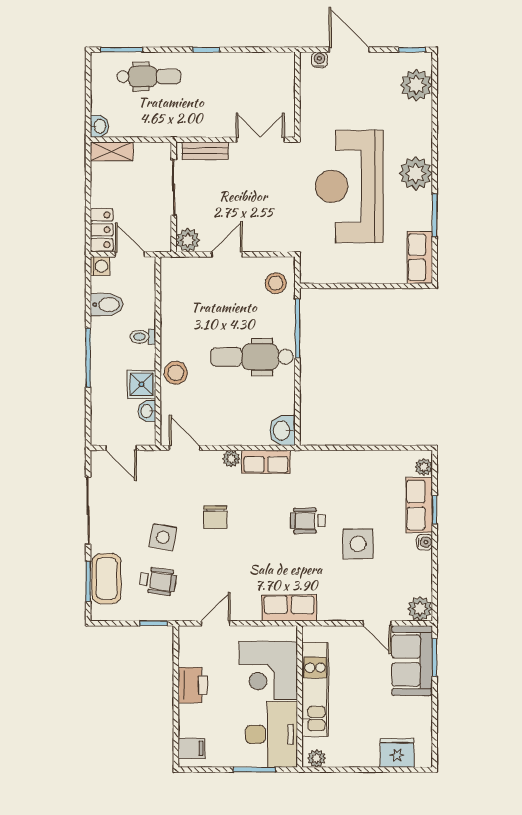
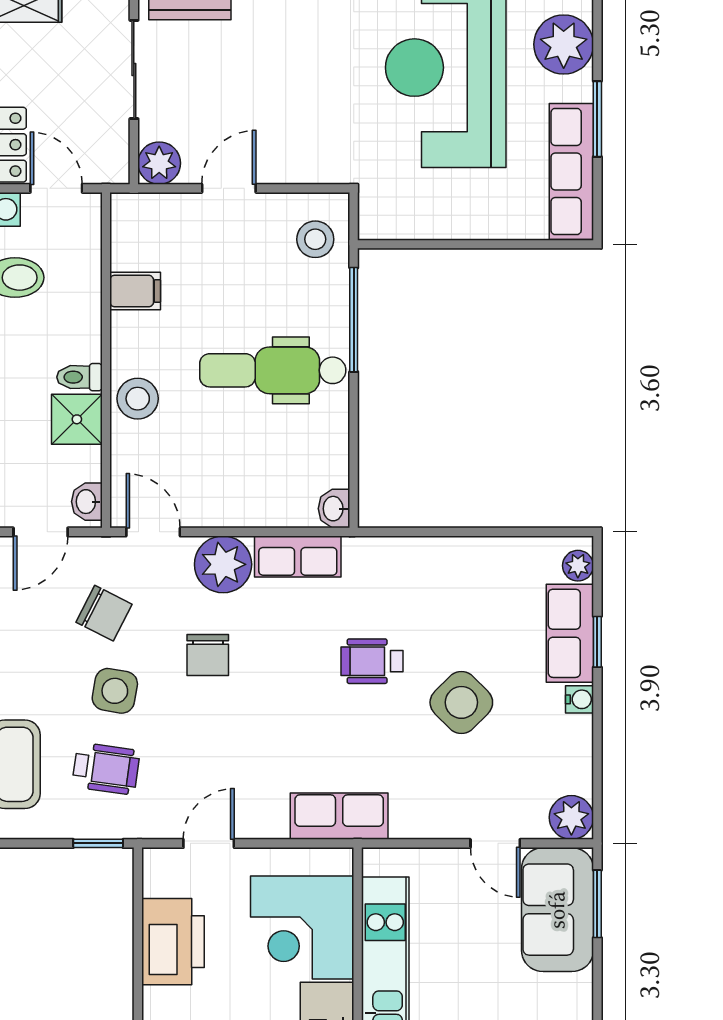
row of seats: (420, 257) -> (571, 171), width x1.48
filing cabinet: (174, 312) -> (135, 291), added
toilet: (143, 337) -> (79, 377), moved
washbasin: (147, 411) -> (87, 502), moved
washbasin: (282, 431) -> (334, 509), width x0.72, depth x0.69
door: (121, 448) -> (41, 532), hinge flipped
plant: (231, 459) -> (223, 564), width x1.87, depth x1.87
chair: (157, 494) -> (104, 613), added
side table: (358, 544) -> (461, 702), turned 45
printer: (193, 685) -> (173, 942), width x1.37, depth x1.19

